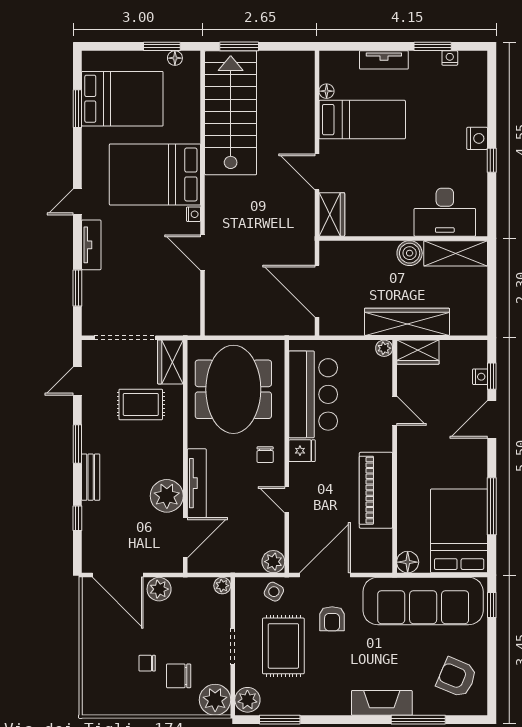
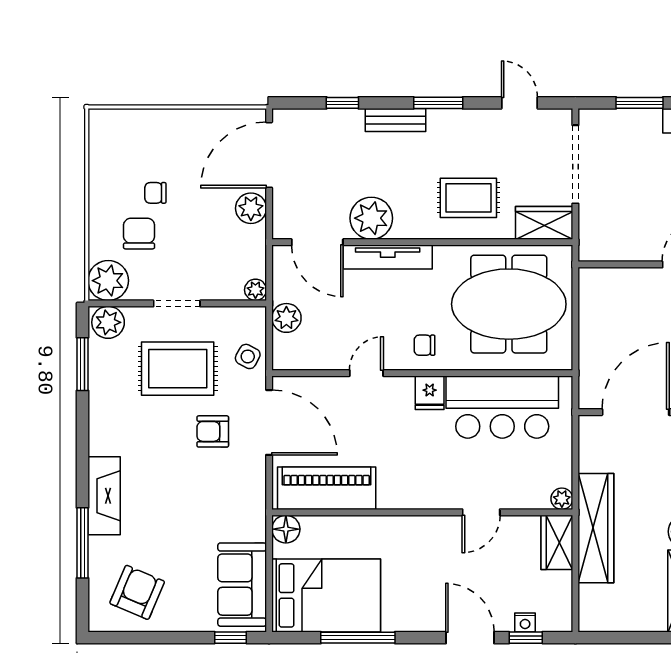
rug: (141, 404) -> (468, 198), moved, turned 90
piano: (376, 490) -> (327, 488), moved
plant: (273, 562) -> (286, 318), moved
sofa: (423, 601) -> (242, 585), width x0.54, depth x0.79
chair: (147, 663) -> (155, 193), turned -90

